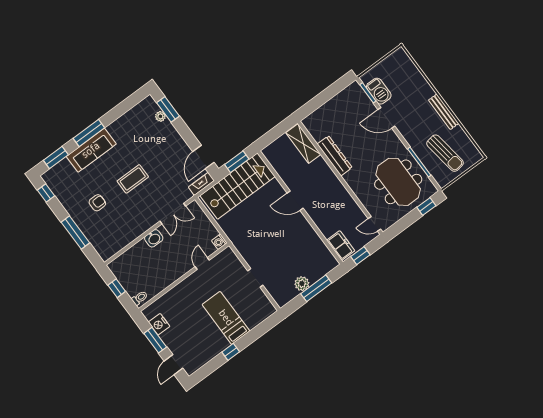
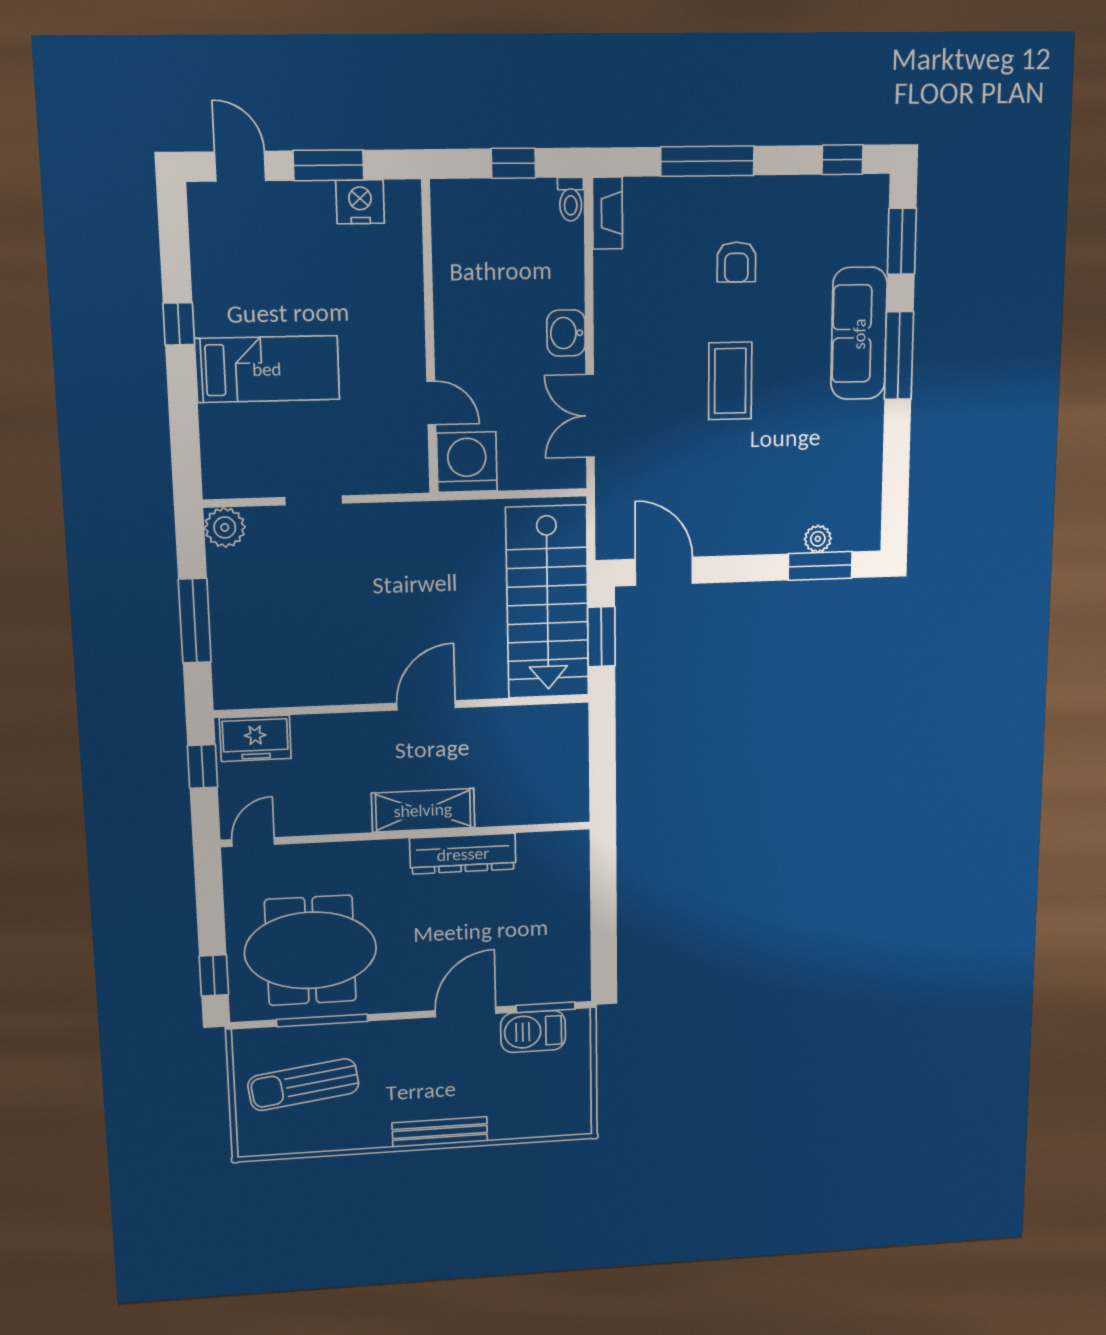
bench: (444, 112) -> (440, 1132), moved
shelving: (303, 144) -> (423, 810), moved
fireplace: (201, 184) -> (607, 213), moved
washing machine: (219, 242) -> (467, 462), width x1.89, depth x1.89
plant: (302, 284) -> (225, 527), moved
toilet: (140, 298) -> (571, 199), moved

